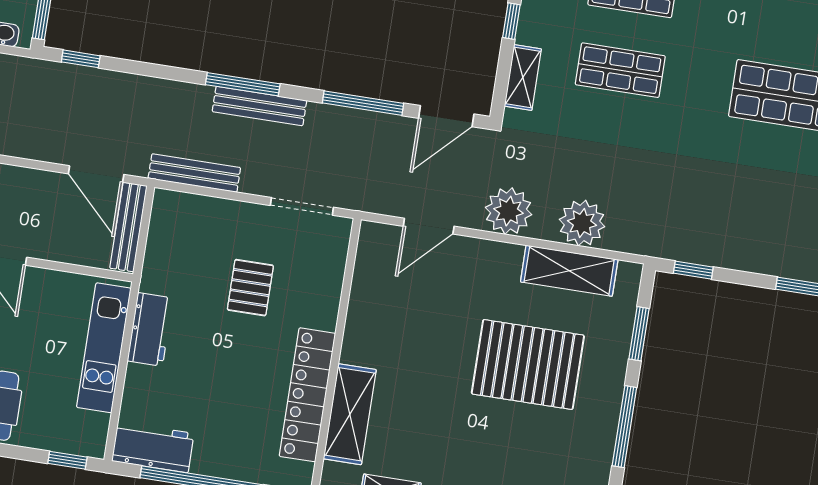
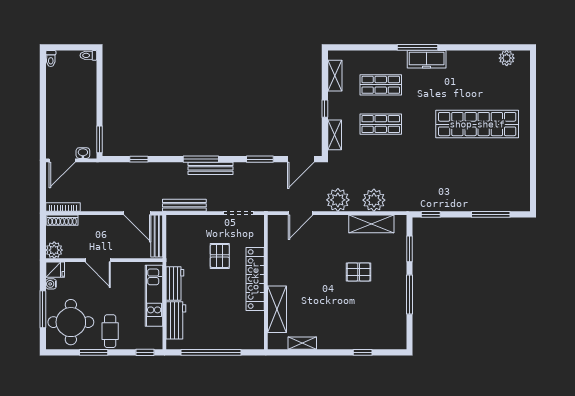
window: (81, 59) -> (139, 159), moved
window: (363, 103) -> (260, 159), width x0.69
pallet: (528, 365) -> (359, 272), width x0.49, depth x0.50
locker: (307, 395) -> (255, 279), moved
workbench: (153, 447) -> (176, 320), moved, turned 90

